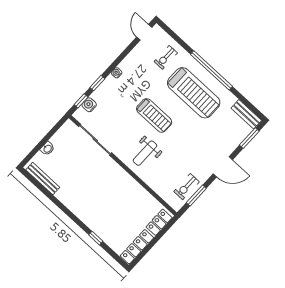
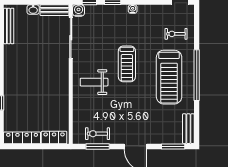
water cooler: (89, 105) -> (79, 11), moved
bench: (63, 133) -> (55, 10), added

